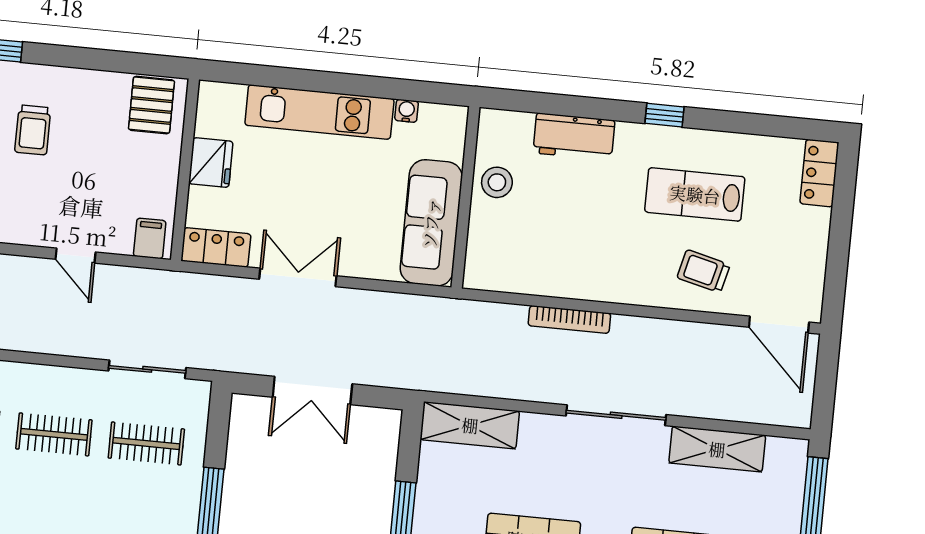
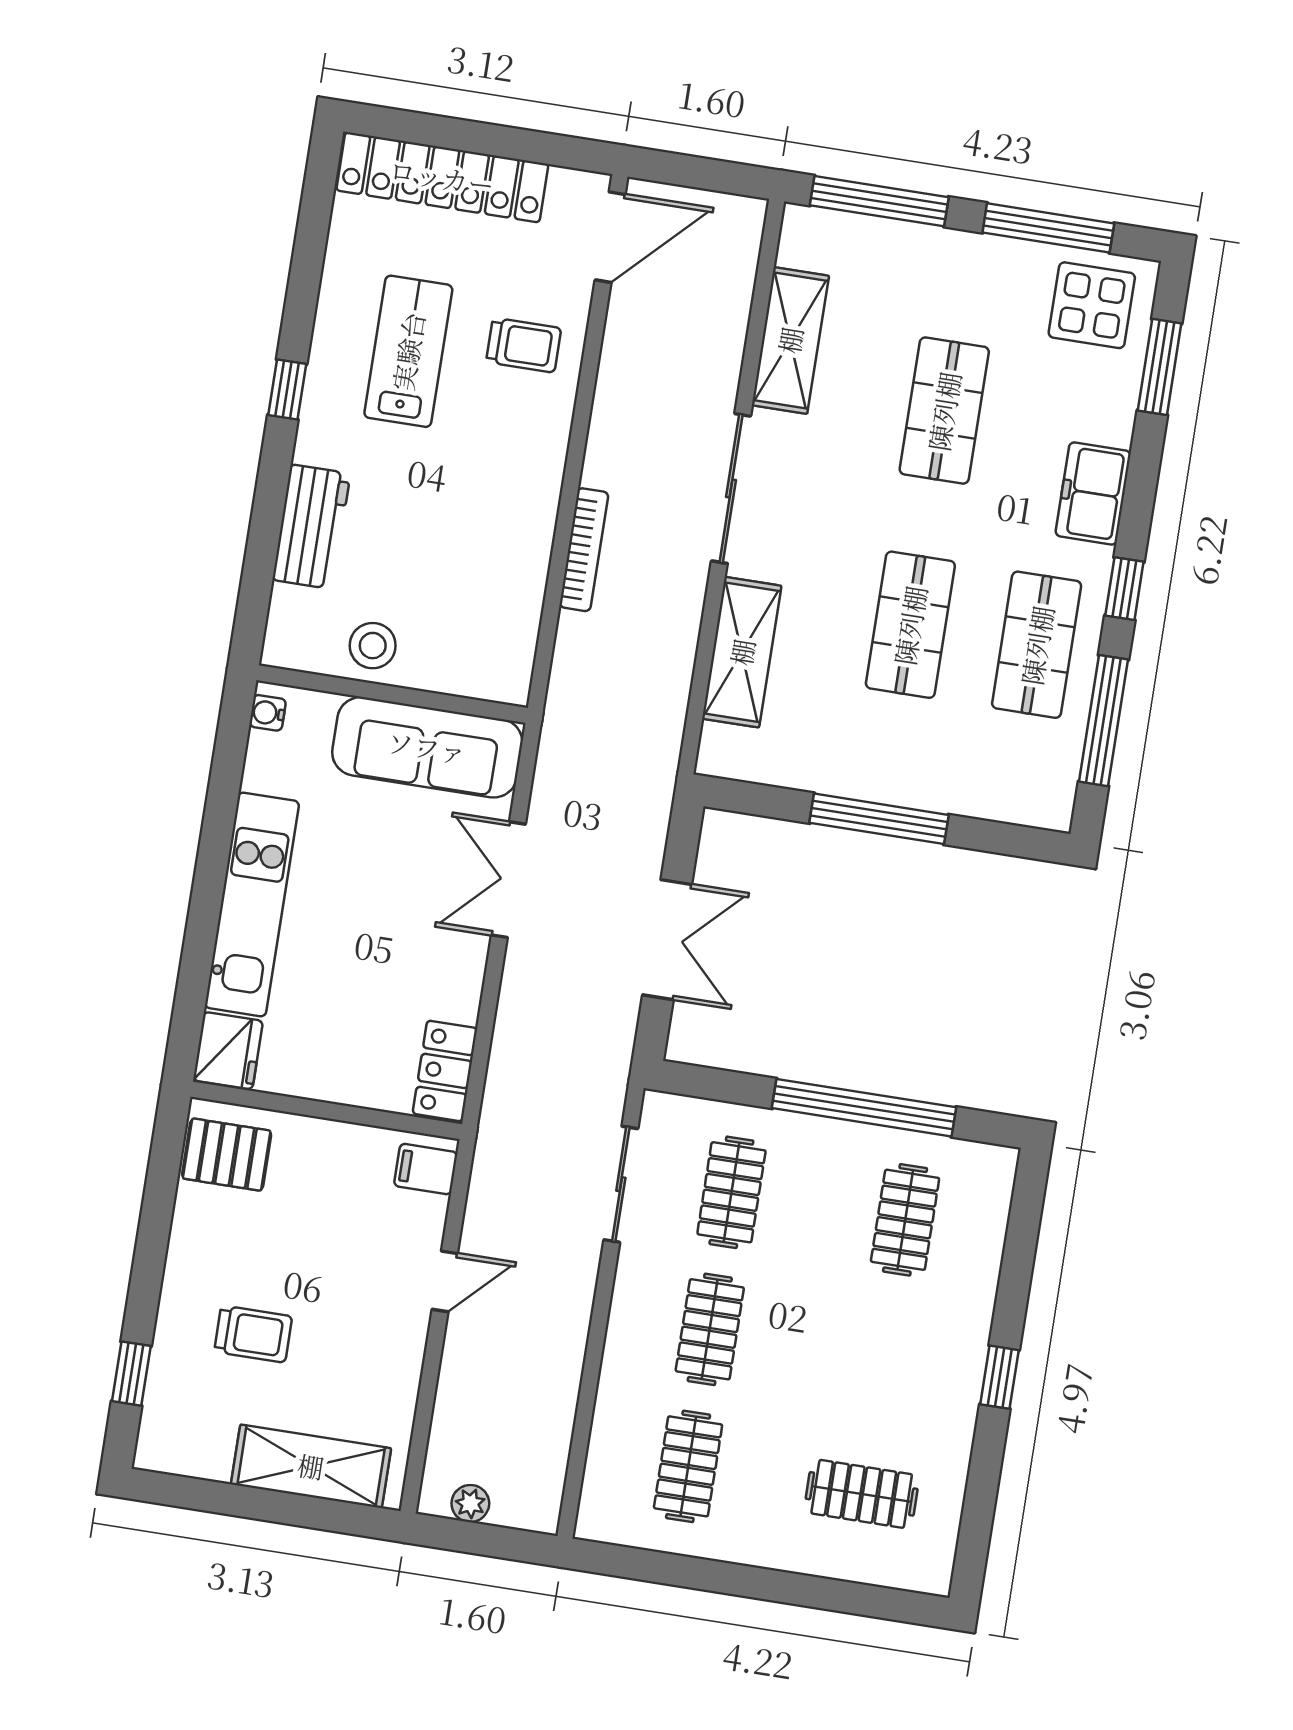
water cooler: (407, 111) -> (268, 713), moved
fridge: (211, 163) -> (228, 1051), moved, turned 90
locker: (819, 173) -> (442, 177), width x2.16, depth x1.21
lab bench: (695, 194) -> (408, 351), turned 180
trolley: (703, 271) -> (524, 345), turned -104
double door: (298, 277) -> (508, 880), moved
shelving: (470, 425) -> (742, 652), moved

